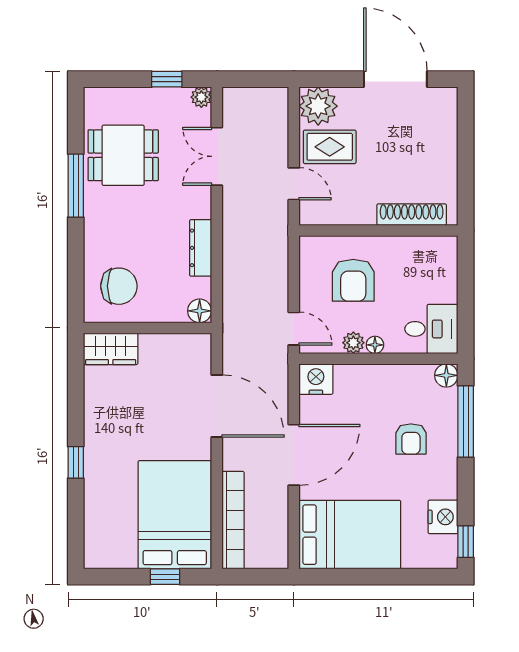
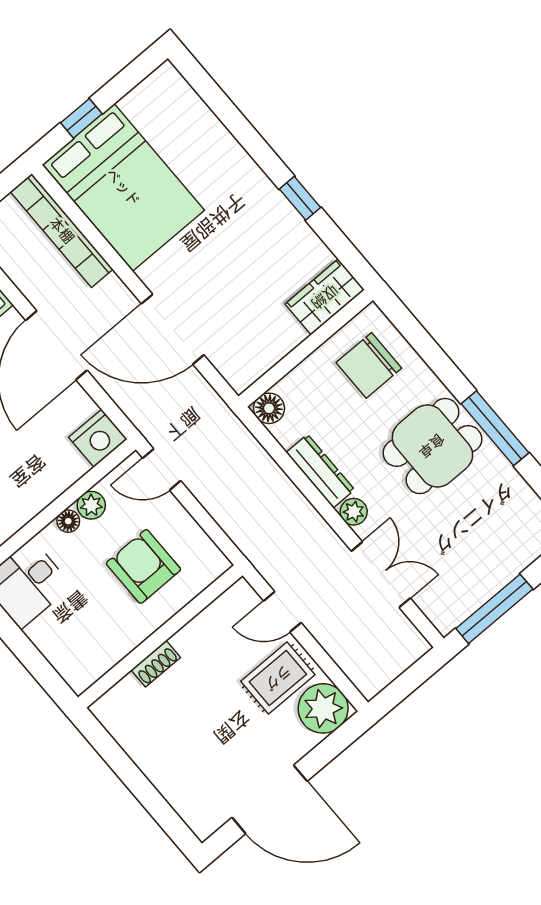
window: (167, 79) -> (494, 609), width x2.17
plant: (201, 97) -> (354, 512), moved
dining table: (123, 155) -> (432, 446), moved
shoe rack: (412, 215) -> (156, 664), width x0.51, depth x0.81
window: (76, 462) -> (300, 198), moved

